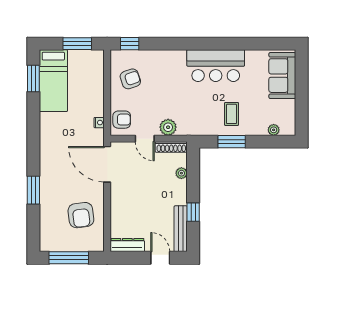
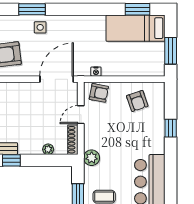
window: (130, 44) -> (171, 128), moved
armchair: (122, 120) -> (99, 93), turned -79
plant: (168, 127) -> (92, 158), moved
side table: (52, 182) -> (40, 27), added

